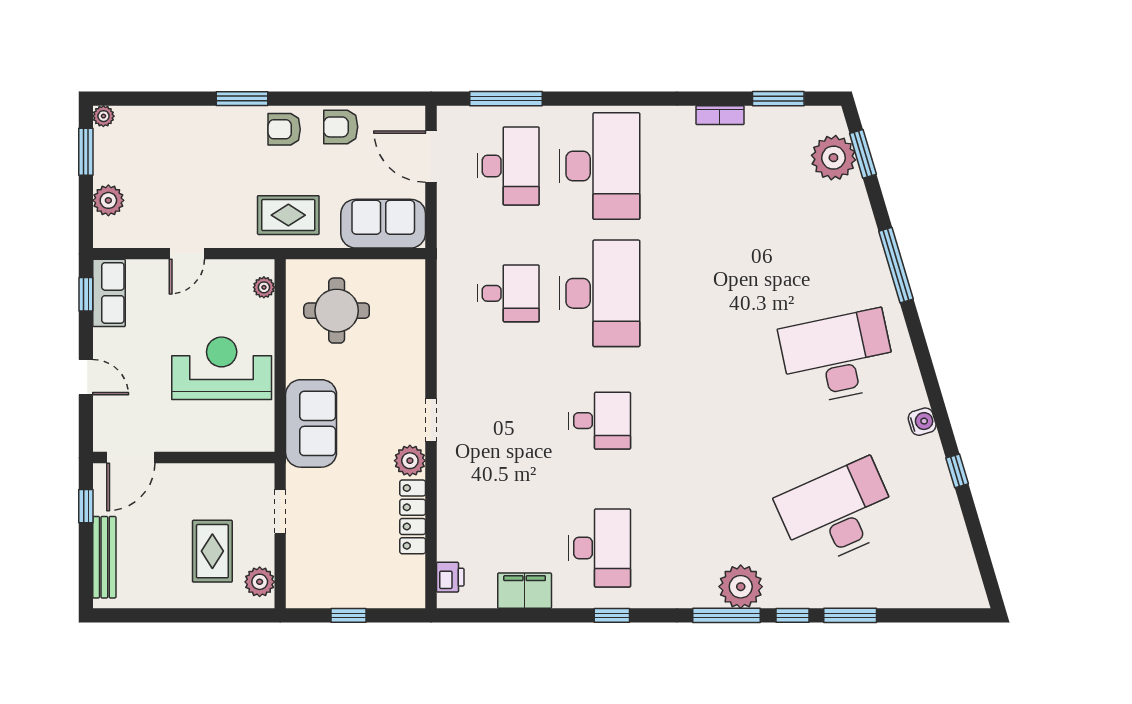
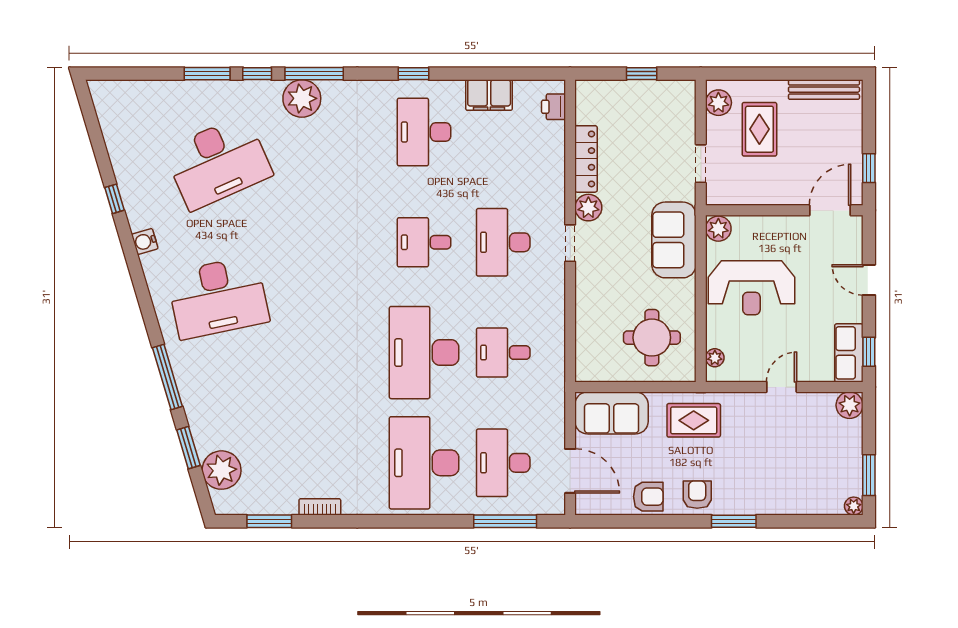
armchair: (284, 129) -> (697, 495), turned -90
window: (863, 154) -> (188, 448), moved
plant: (108, 200) -> (850, 405), moved
desk: (508, 421) -> (503, 242), added
plant: (260, 436) -> (718, 229), added
bench: (104, 557) -> (824, 90), moved, turned 90

